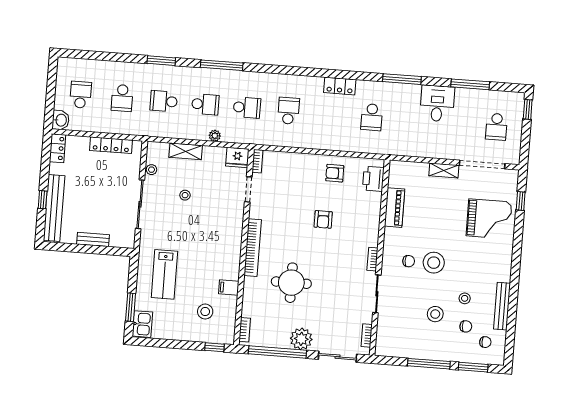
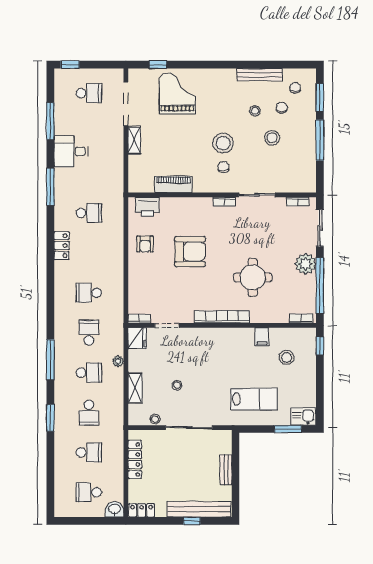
school desk: (205, 104) -> (89, 373), turned 90
armchair: (323, 219) -> (190, 252), width x1.88, depth x1.88

